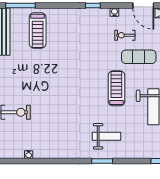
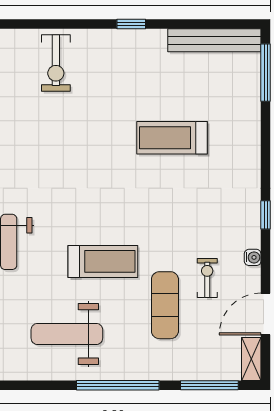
treadmill: (38, 31) -> (172, 138), moved

